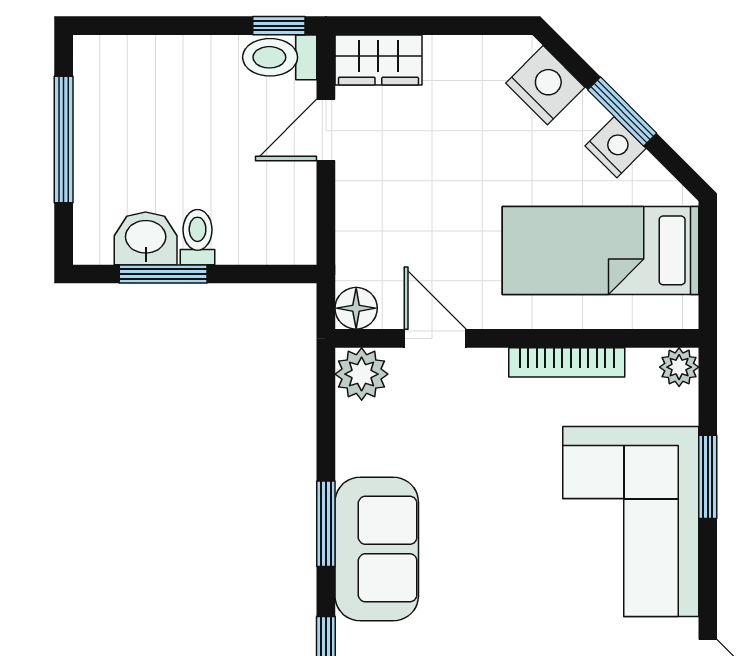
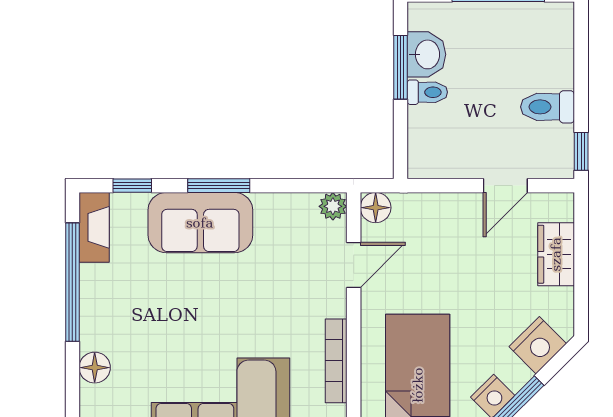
toilet: (280, 57) -> (548, 107), moved, turned -90
wardrobe: (378, 60) -> (556, 254), moved
door: (326, 130) -> (505, 186), swing flipped
plant: (362, 374) -> (333, 206), width x0.73, depth x0.73

